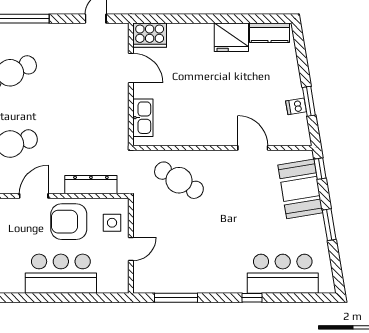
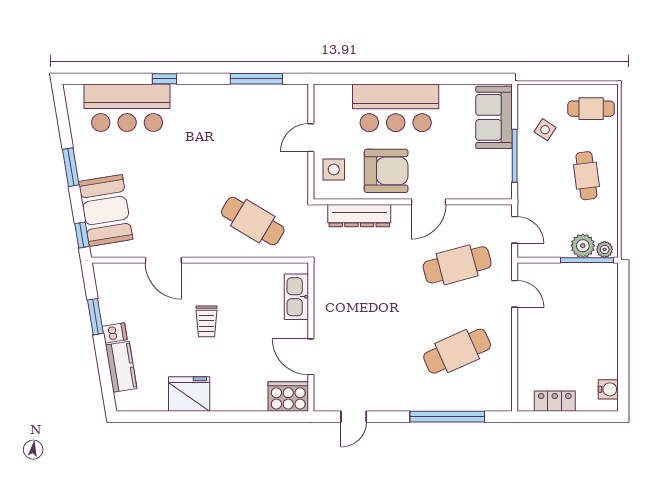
kitchen counter: (270, 33) -> (121, 367), moved, turned 81
trolley: (217, 97) -> (207, 321), added
dishwasher: (296, 106) -> (115, 333), moved

